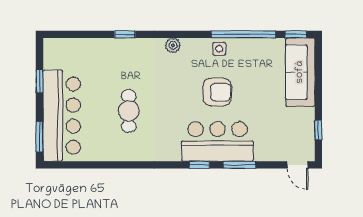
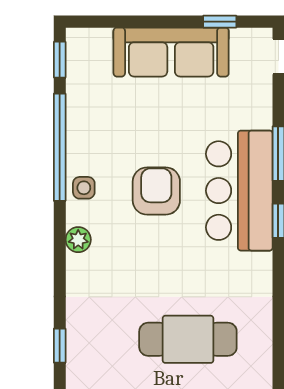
plant: (173, 45) -> (78, 240), moved
sofa: (300, 72) -> (171, 52), moved
cafe table: (129, 111) -> (188, 339), width x1.37, depth x1.35

